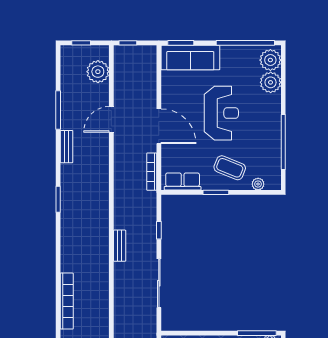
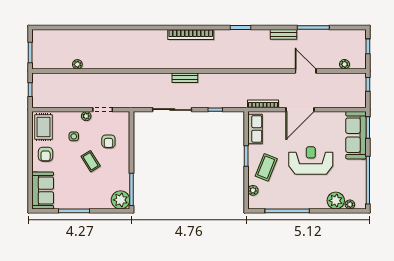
plant: (270, 60) -> (350, 204), width x0.53, depth x0.53
plant: (98, 72) -> (344, 64), width x0.53, depth x0.53
reception desk: (221, 113) -> (311, 160), turned 180
bench: (120, 246) -> (185, 78), moved
bookcase: (67, 301) -> (191, 35), moved

